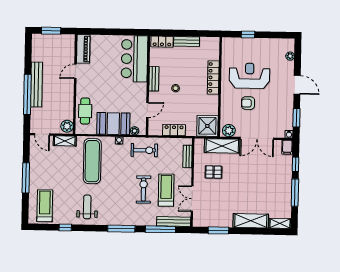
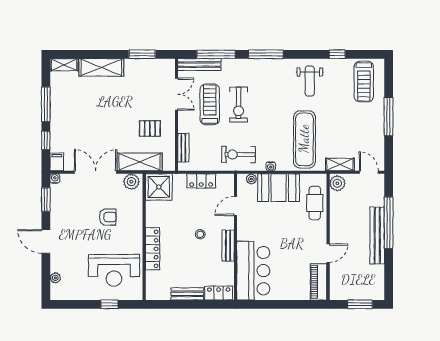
reception desk: (250, 76) -> (114, 270), moved
treadmill: (166, 190) -> (210, 104), turned 180

